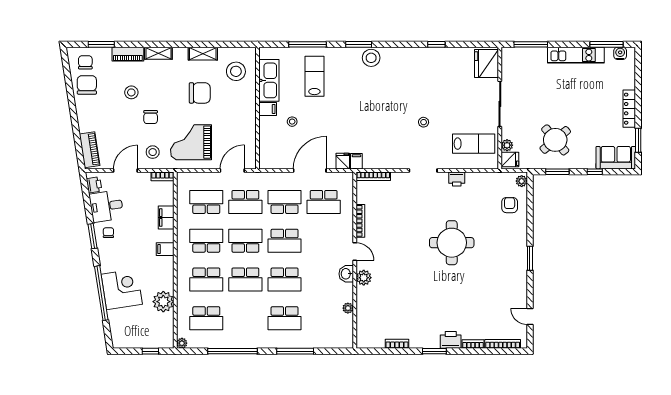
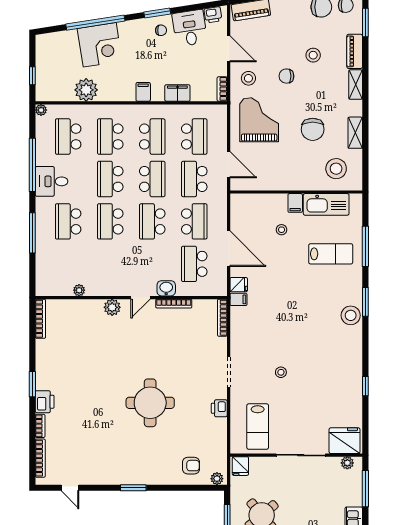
plant: (507, 145) -> (347, 463), moved
washbasin: (346, 274) -> (166, 288), moved
door: (530, 316) -> (70, 488), swing flipped
desk: (248, 334) -> (52, 181), added
bookcase: (397, 344) -> (40, 319), moved, width x1.56

